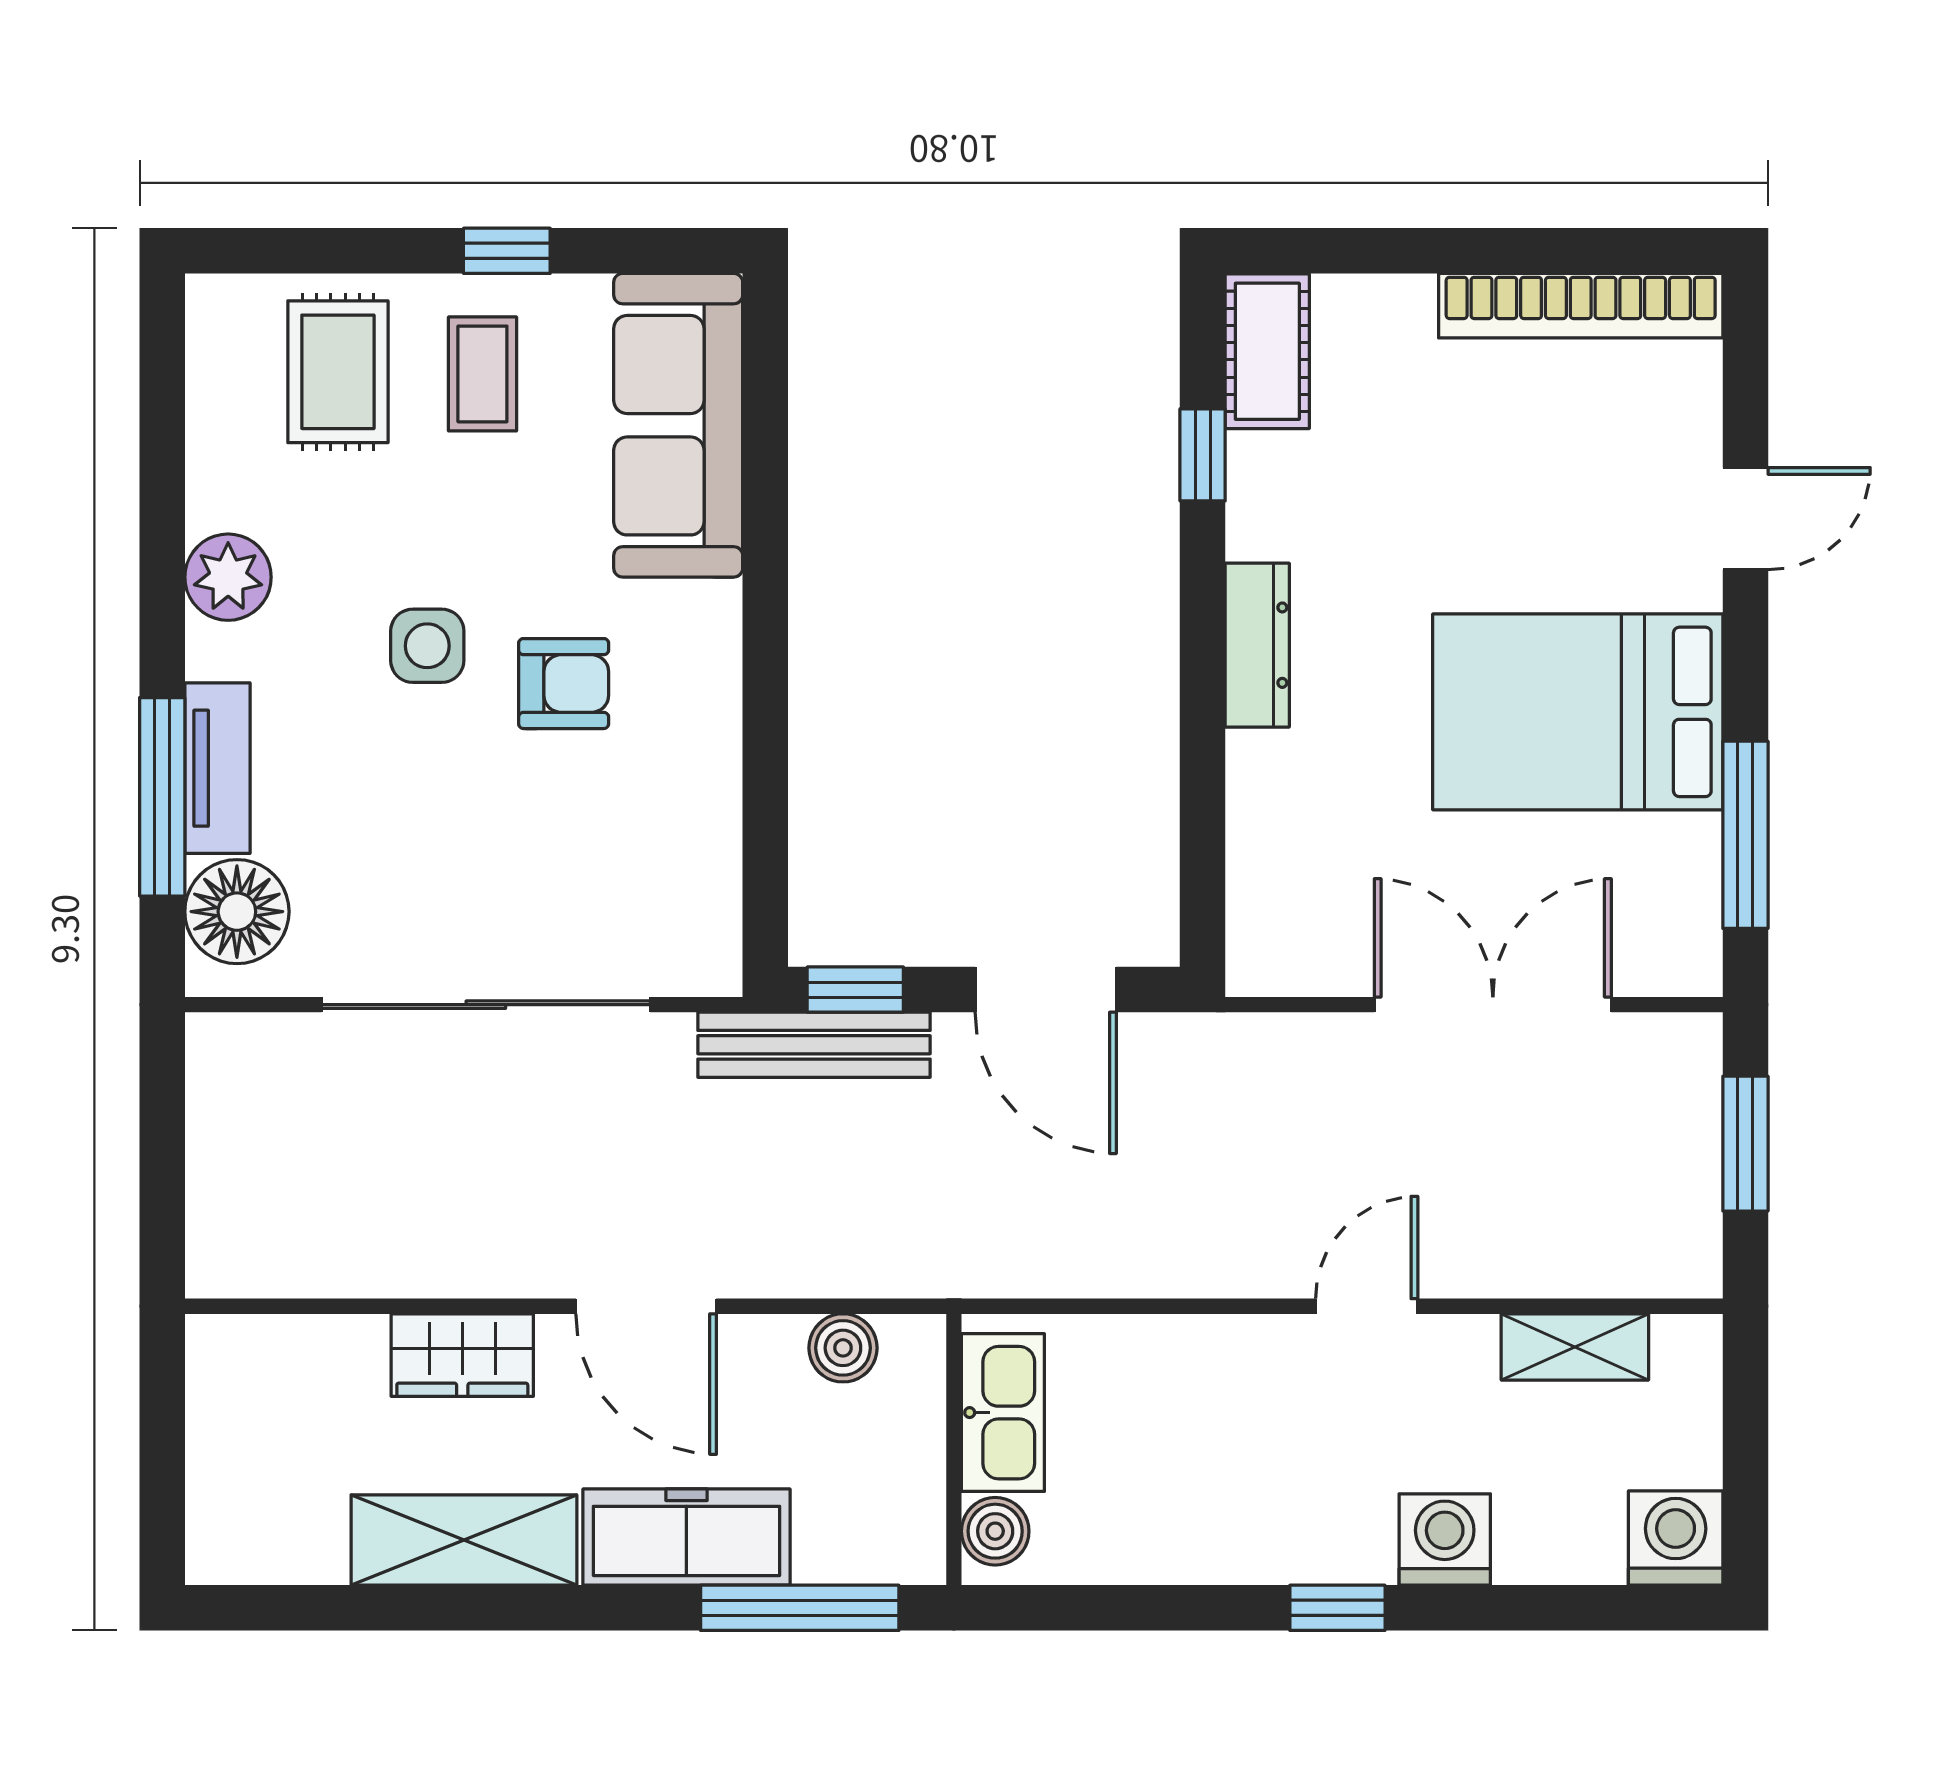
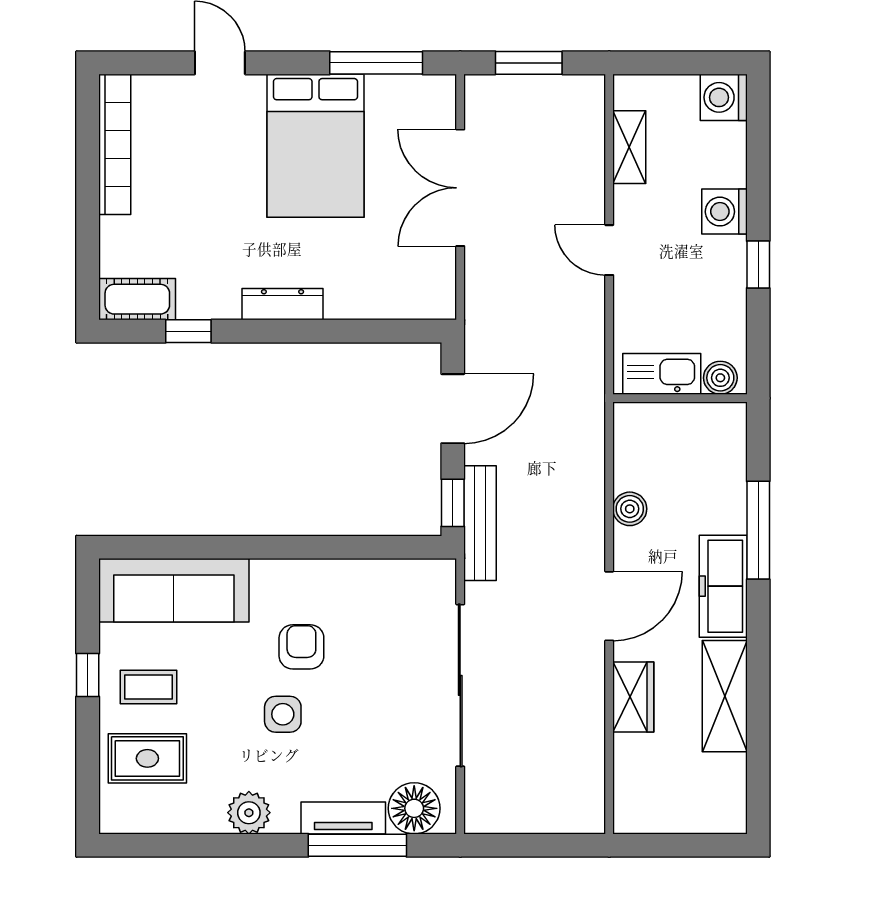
kitchen sink: (1003, 1413) -> (662, 374), moved
wall: (954, 1449) -> (680, 398), moved
boiler: (995, 1531) -> (720, 378), moved

